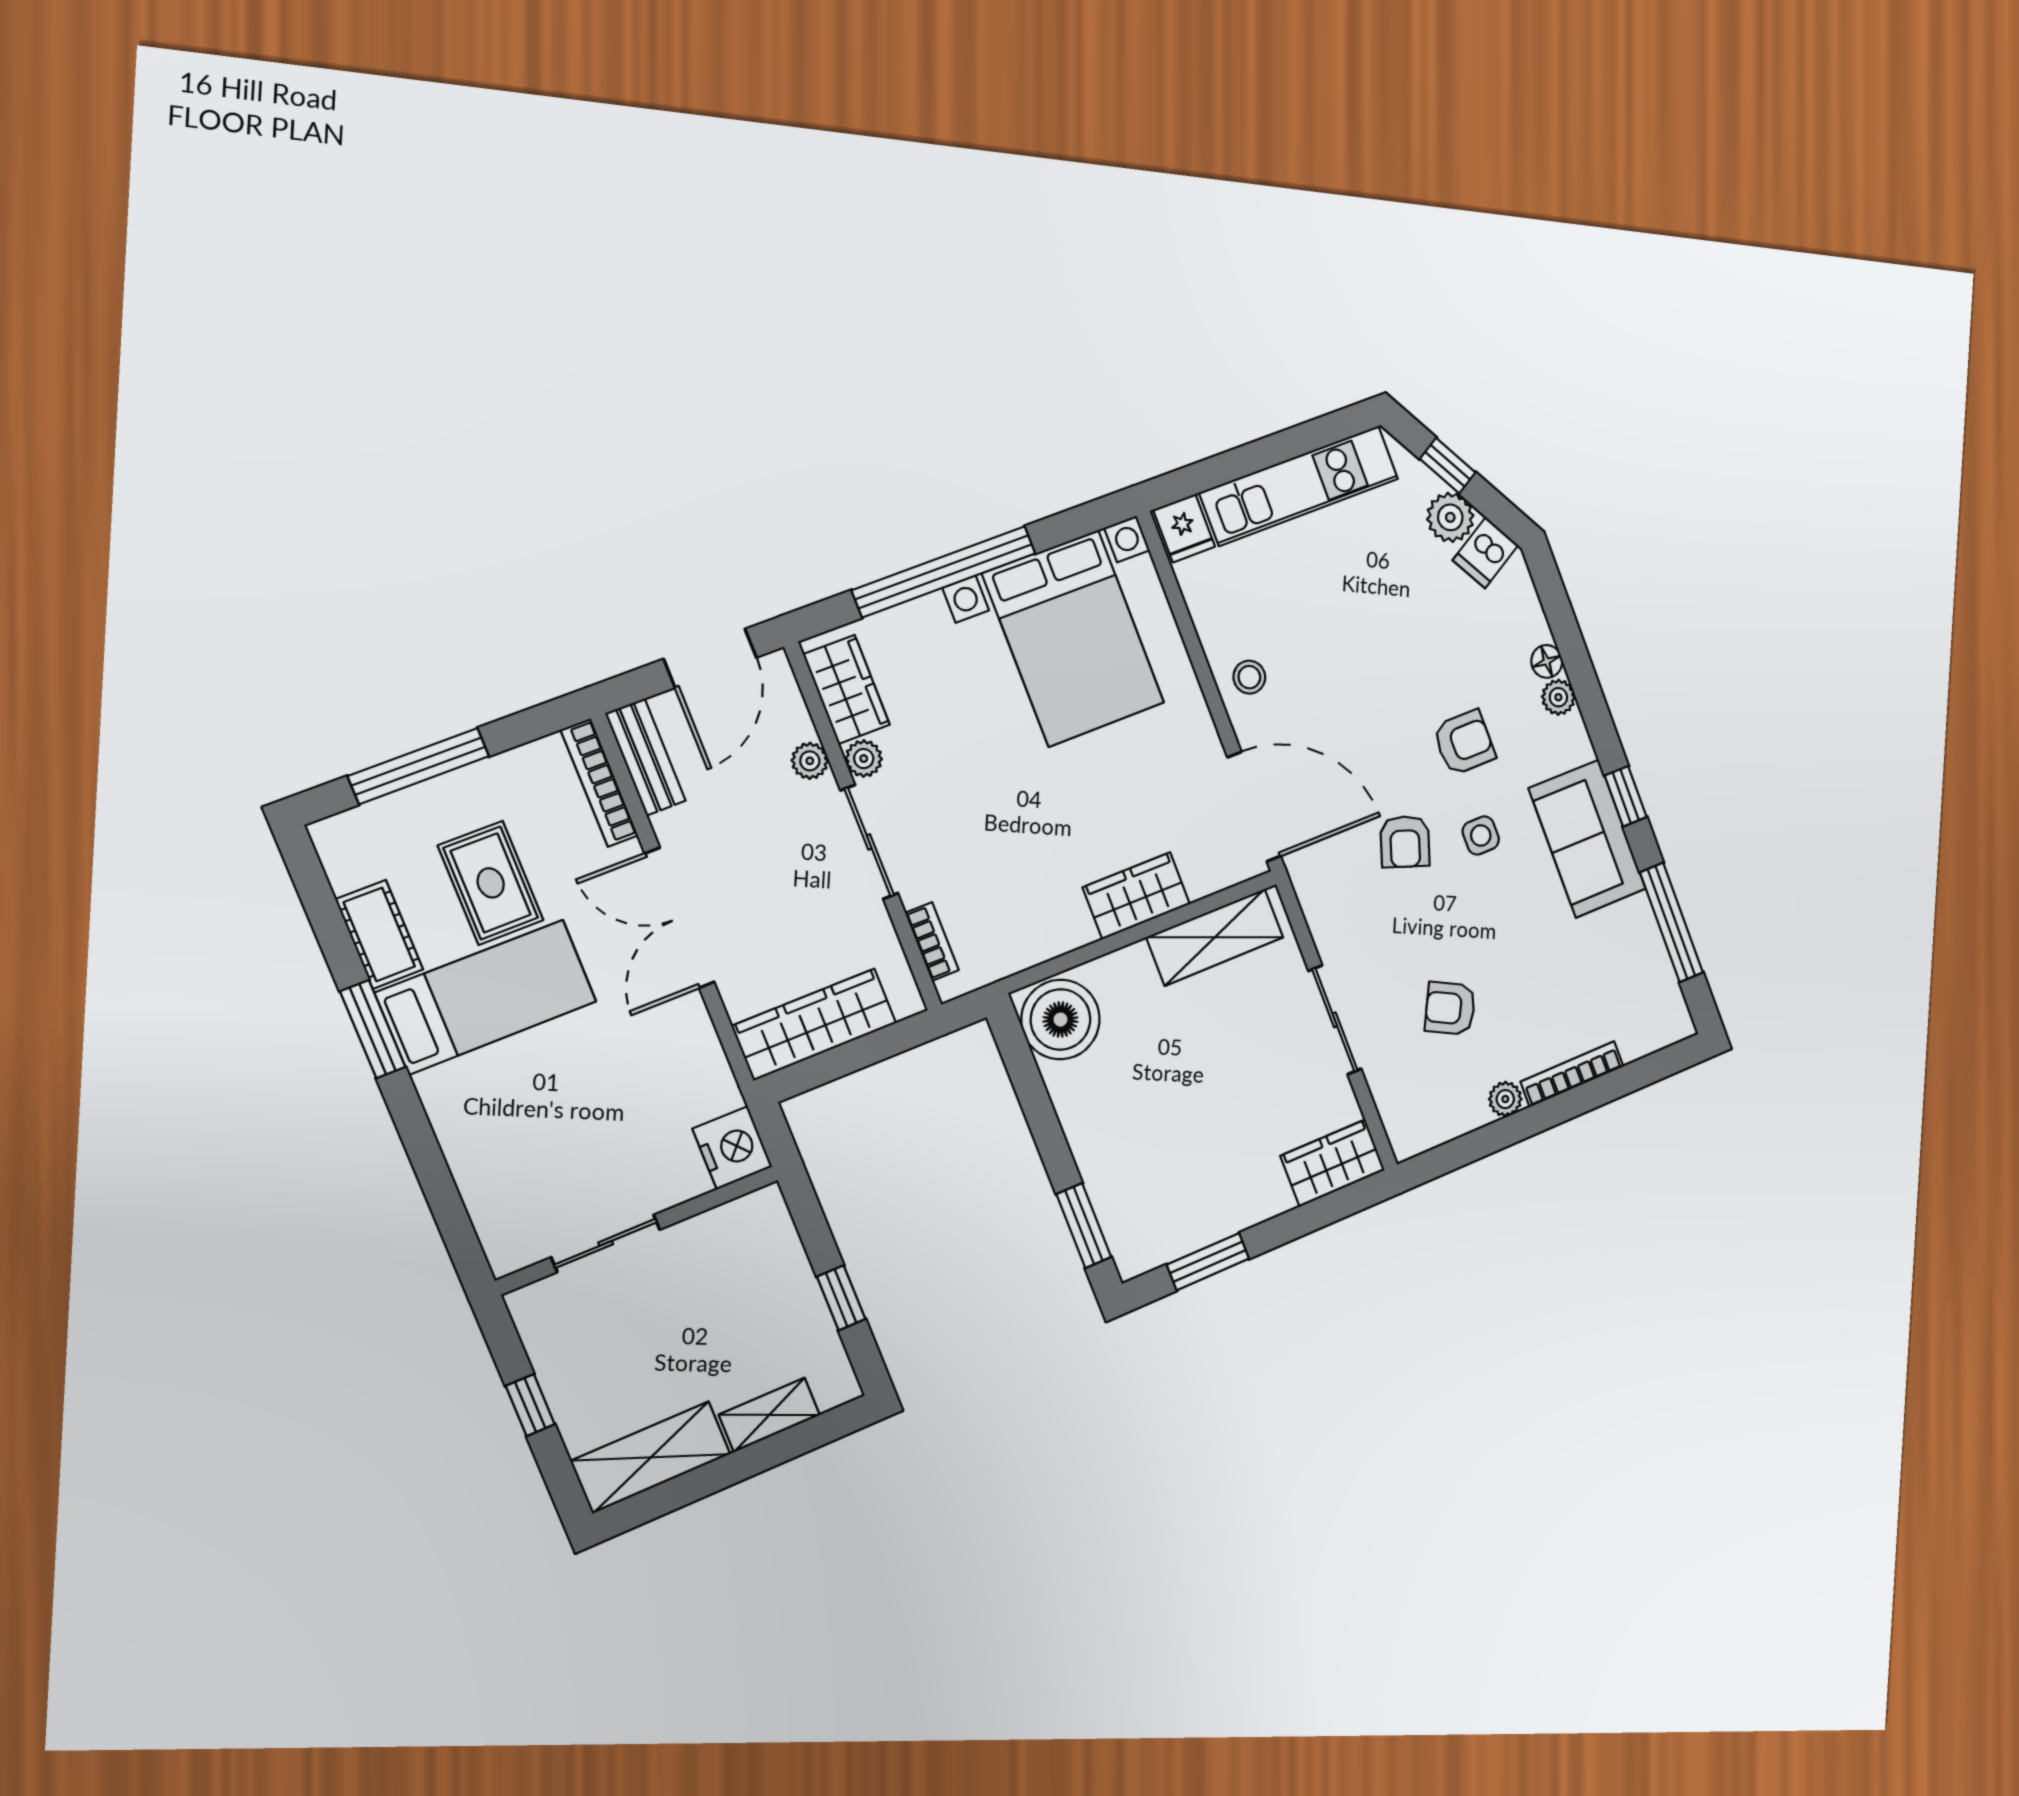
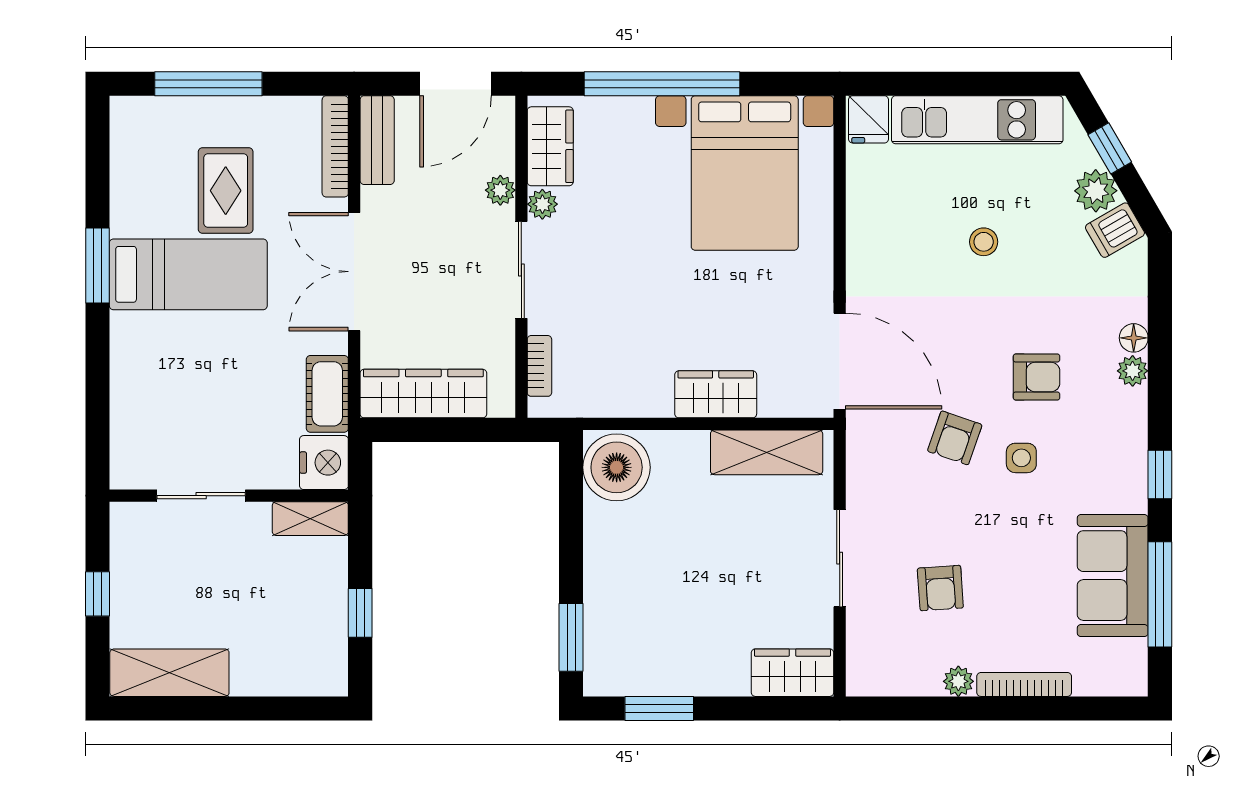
stool: (1249, 677) -> (984, 242), moved
sofa: (1587, 839) -> (1113, 576), moved
cot: (379, 934) -> (327, 394), moved
armchair: (1450, 1008) -> (940, 588), turned -121
shelving: (769, 1415) -> (310, 519), moved

